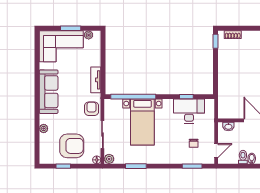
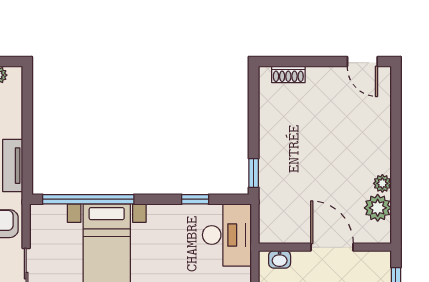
window: (215, 41) -> (254, 173), moved
desk: (189, 111) -> (227, 235), moved, turned 90

